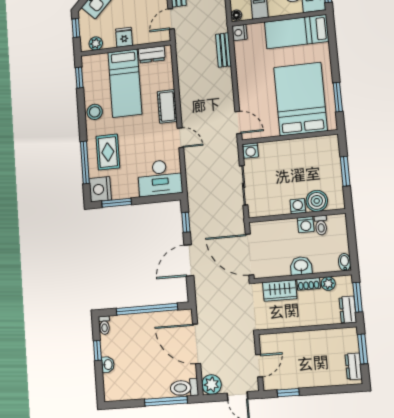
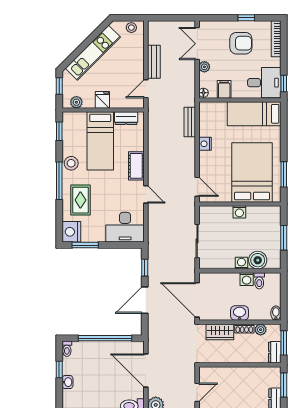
nightstand: (239, 33) -> (205, 144), moved
washing machine: (251, 151) -> (239, 212), moved
window: (85, 162) -> (59, 181), moved

